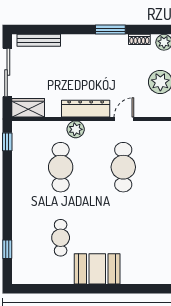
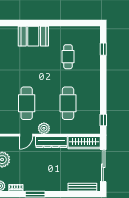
wardrobe: (28, 108) -> (84, 143), width x1.50
plant: (76, 129) -> (44, 128), moved
booth: (97, 269) -> (33, 36), moved

